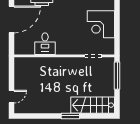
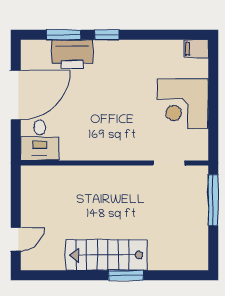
desk: (45, 44) -> (40, 140), moved
stairs: (93, 105) -> (106, 255), moved

